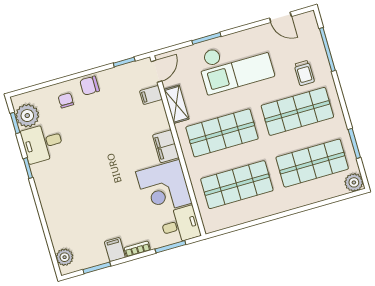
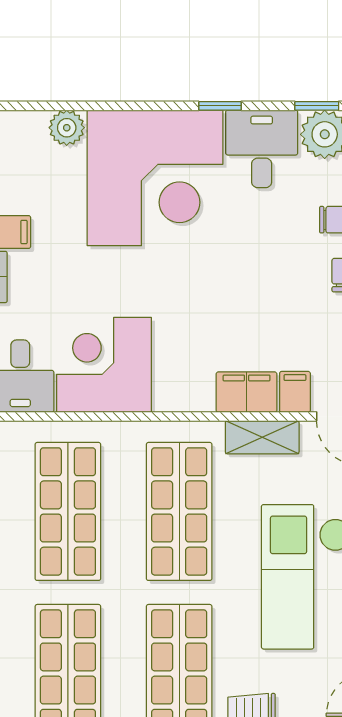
filing cabinet: (166, 146) -> (247, 392), moved
corner desk: (70, 189) -> (155, 178), added
plant: (65, 257) -> (67, 128), moved

